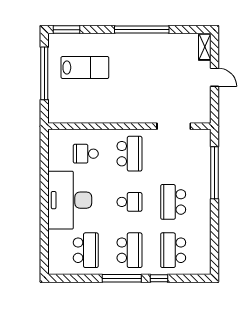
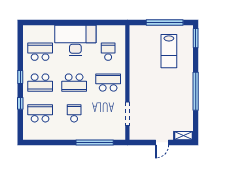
school desk: (129, 154) -> (108, 83), turned 180
school desk: (129, 202) -> (74, 83), width x1.85
school desk: (173, 202) -> (74, 113), width x0.54
school desk: (86, 250) -> (40, 52), turned 180
window: (122, 278) -> (20, 77), width x0.46

